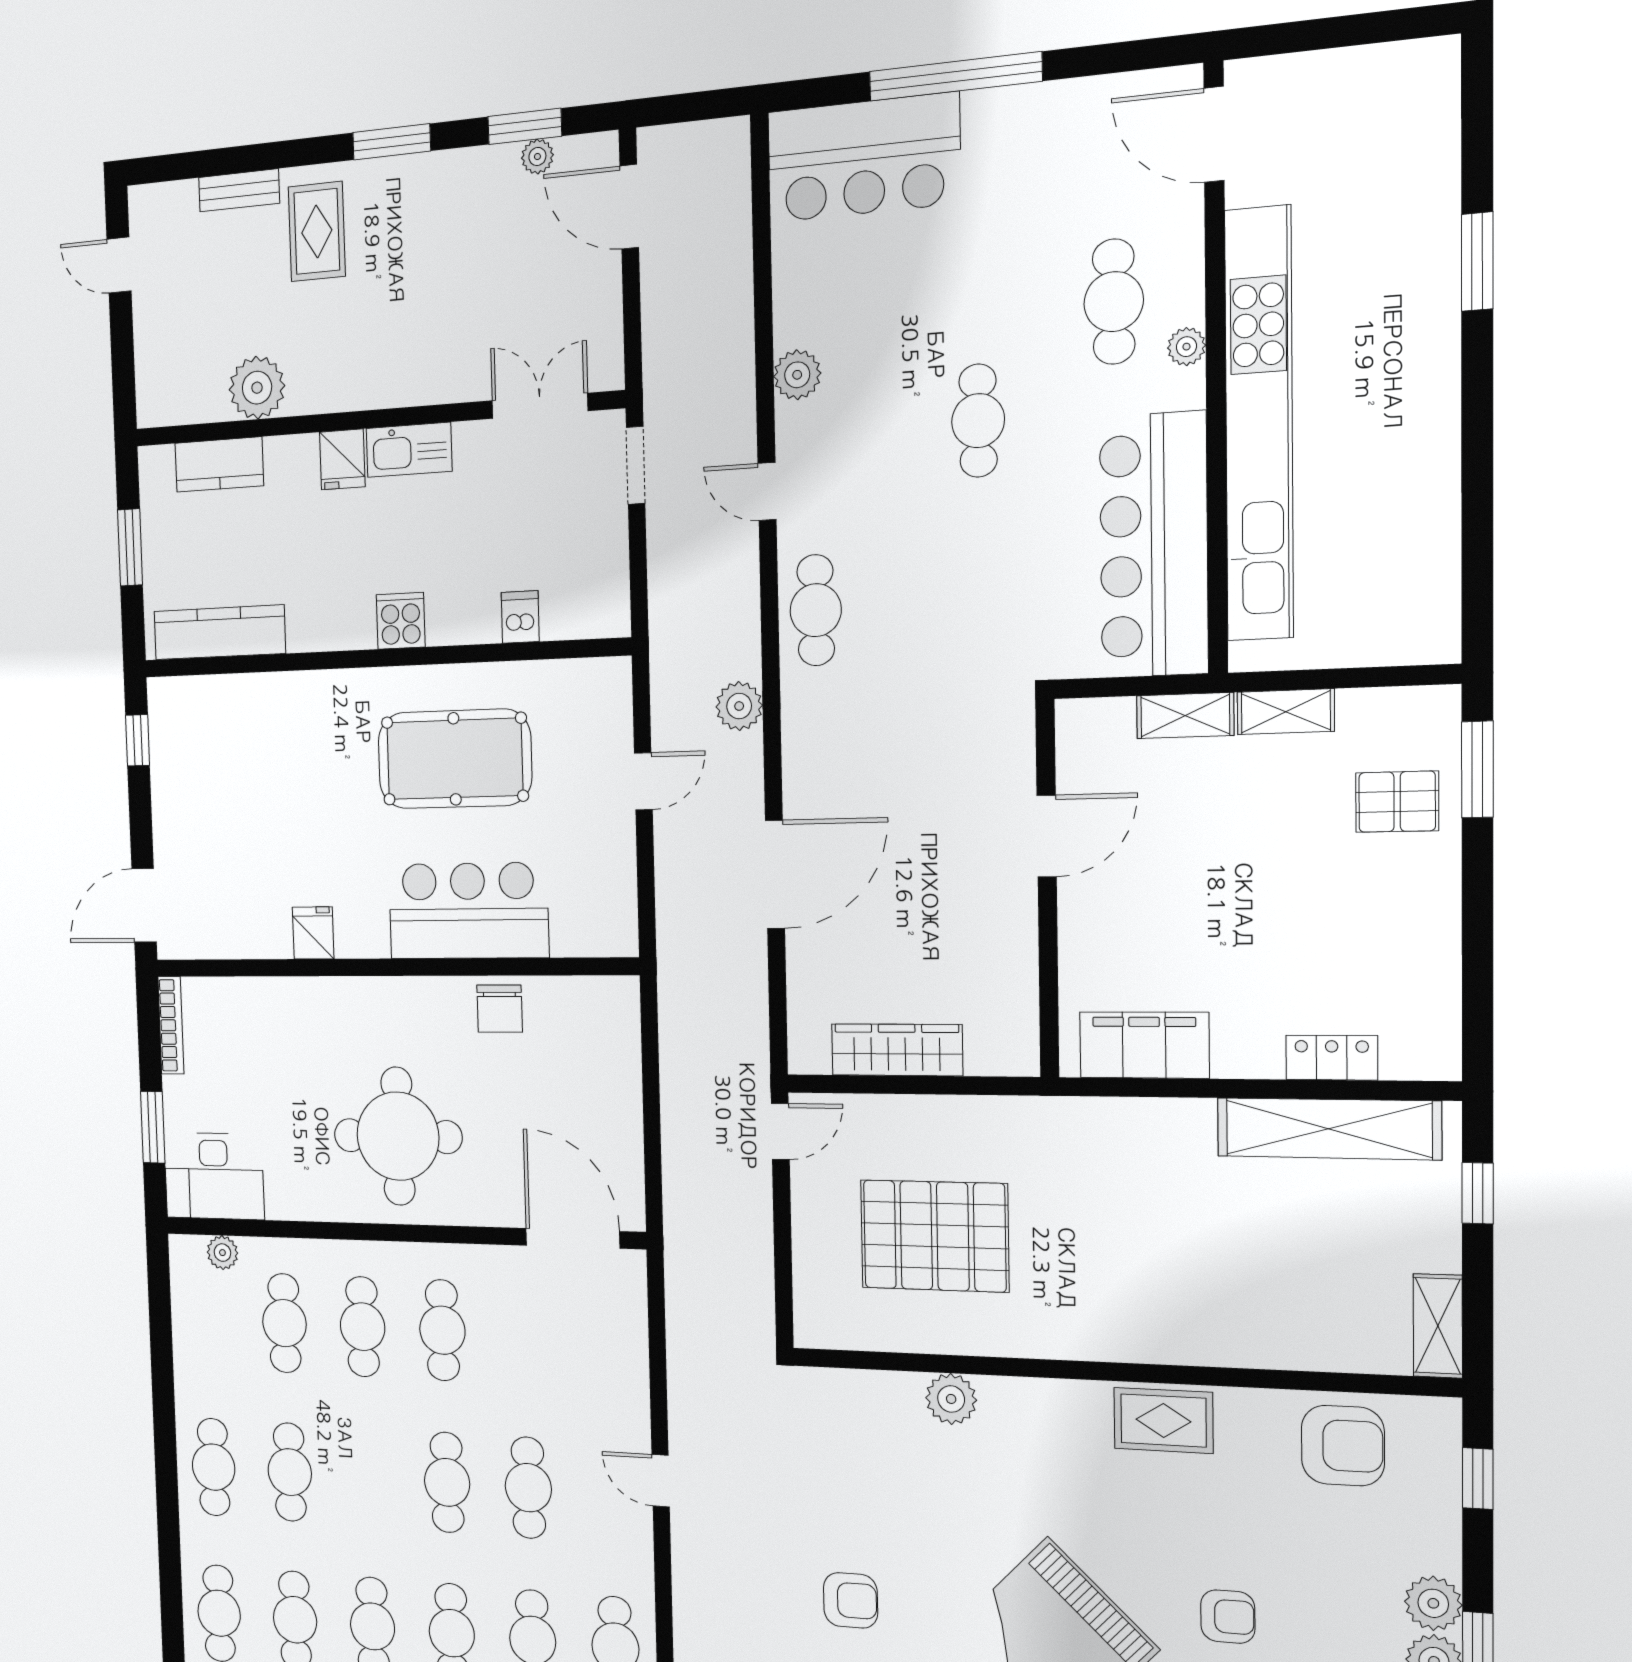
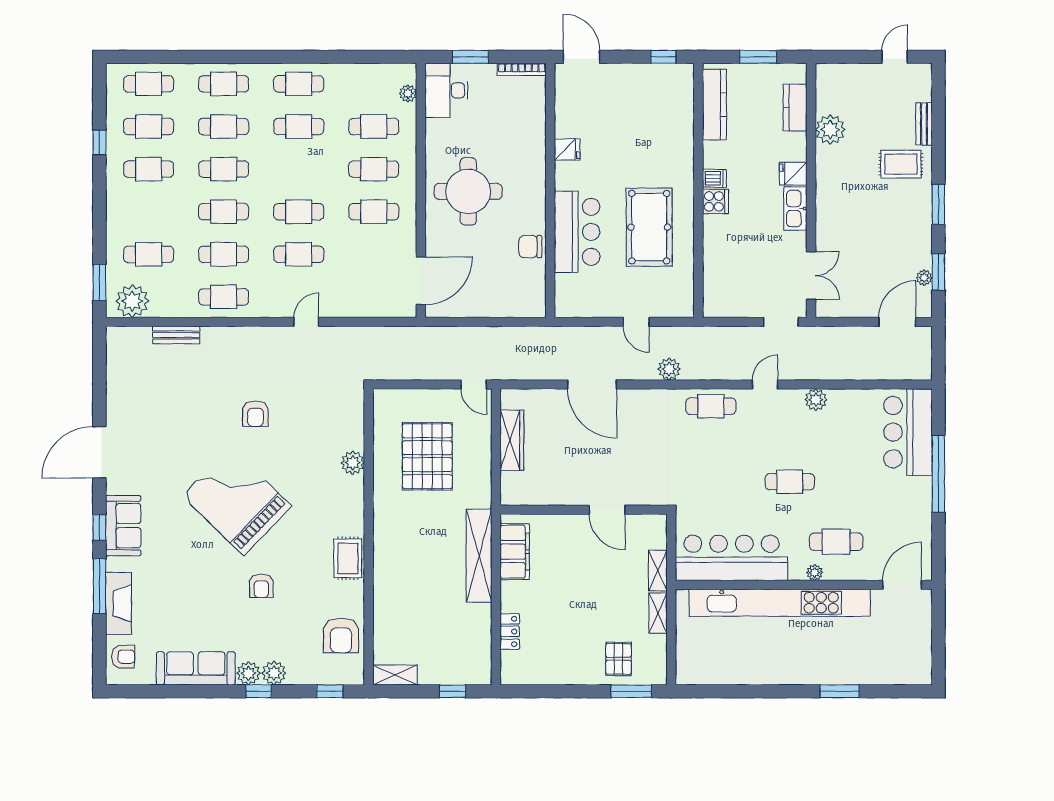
dishwasher: (520, 617) -> (714, 178), moved
shelving: (1328, 1129) -> (479, 556), moved

